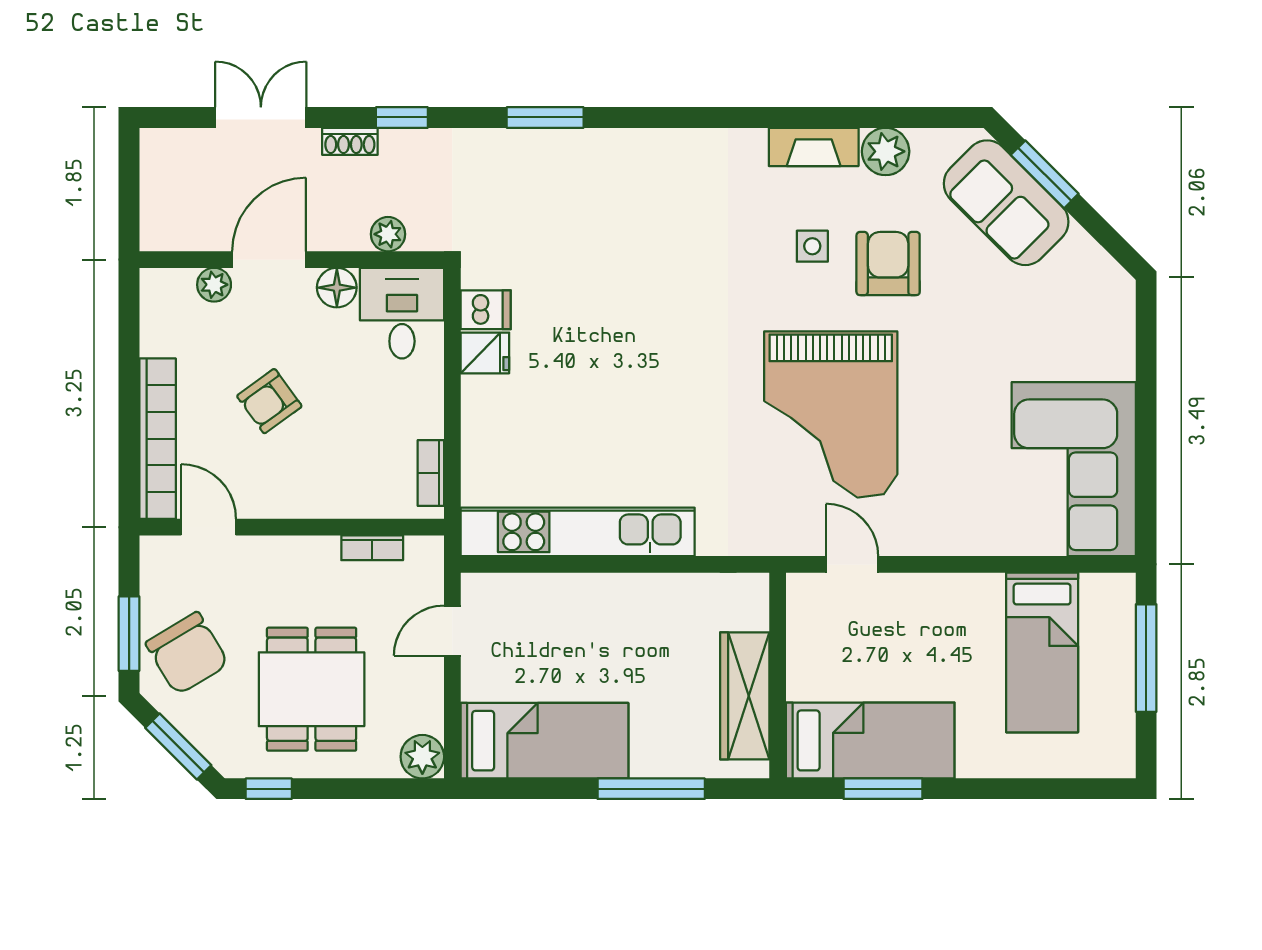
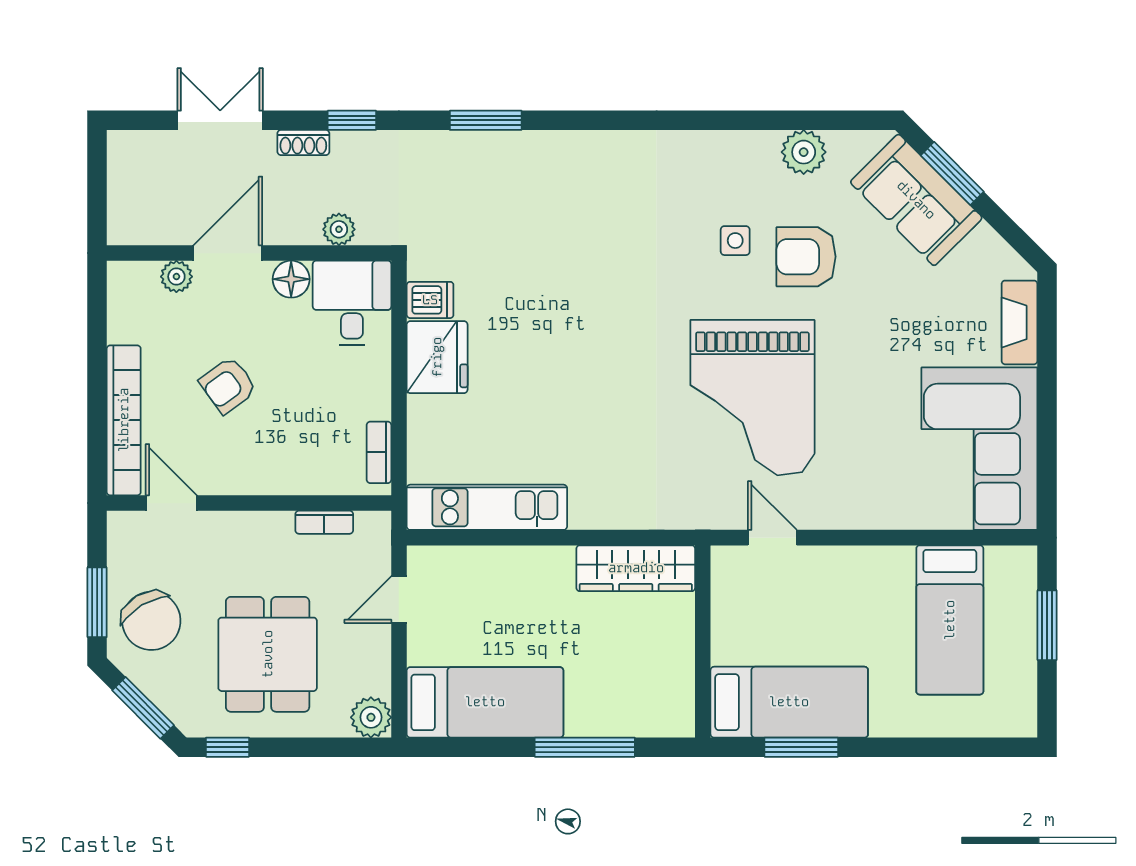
fireplace: (814, 147) -> (1020, 322), moved, turned 90
armchair: (888, 264) -> (806, 257), turned -90
fridge: (485, 353) -> (437, 357), width x1.88, depth x1.34
kitchen unit: (578, 532) -> (487, 507), width x0.73
window: (1146, 658) -> (1047, 625), width x0.69
wardrobe: (745, 696) -> (636, 568), moved, turned -90

